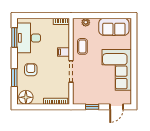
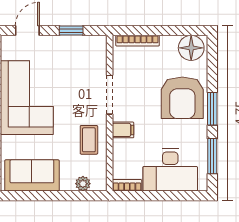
desk: (29, 38) -> (170, 170), moved, turned 90
armchair: (31, 70) -> (182, 98), width x1.88, depth x1.88
window: (14, 78) -> (212, 109), moved

